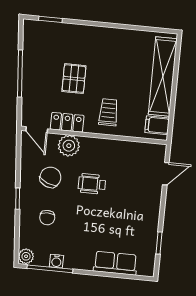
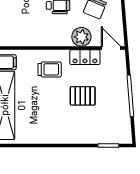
pallet: (74, 79) -> (83, 96), turned 90
trolley: (108, 112) -> (50, 69), turned -90

